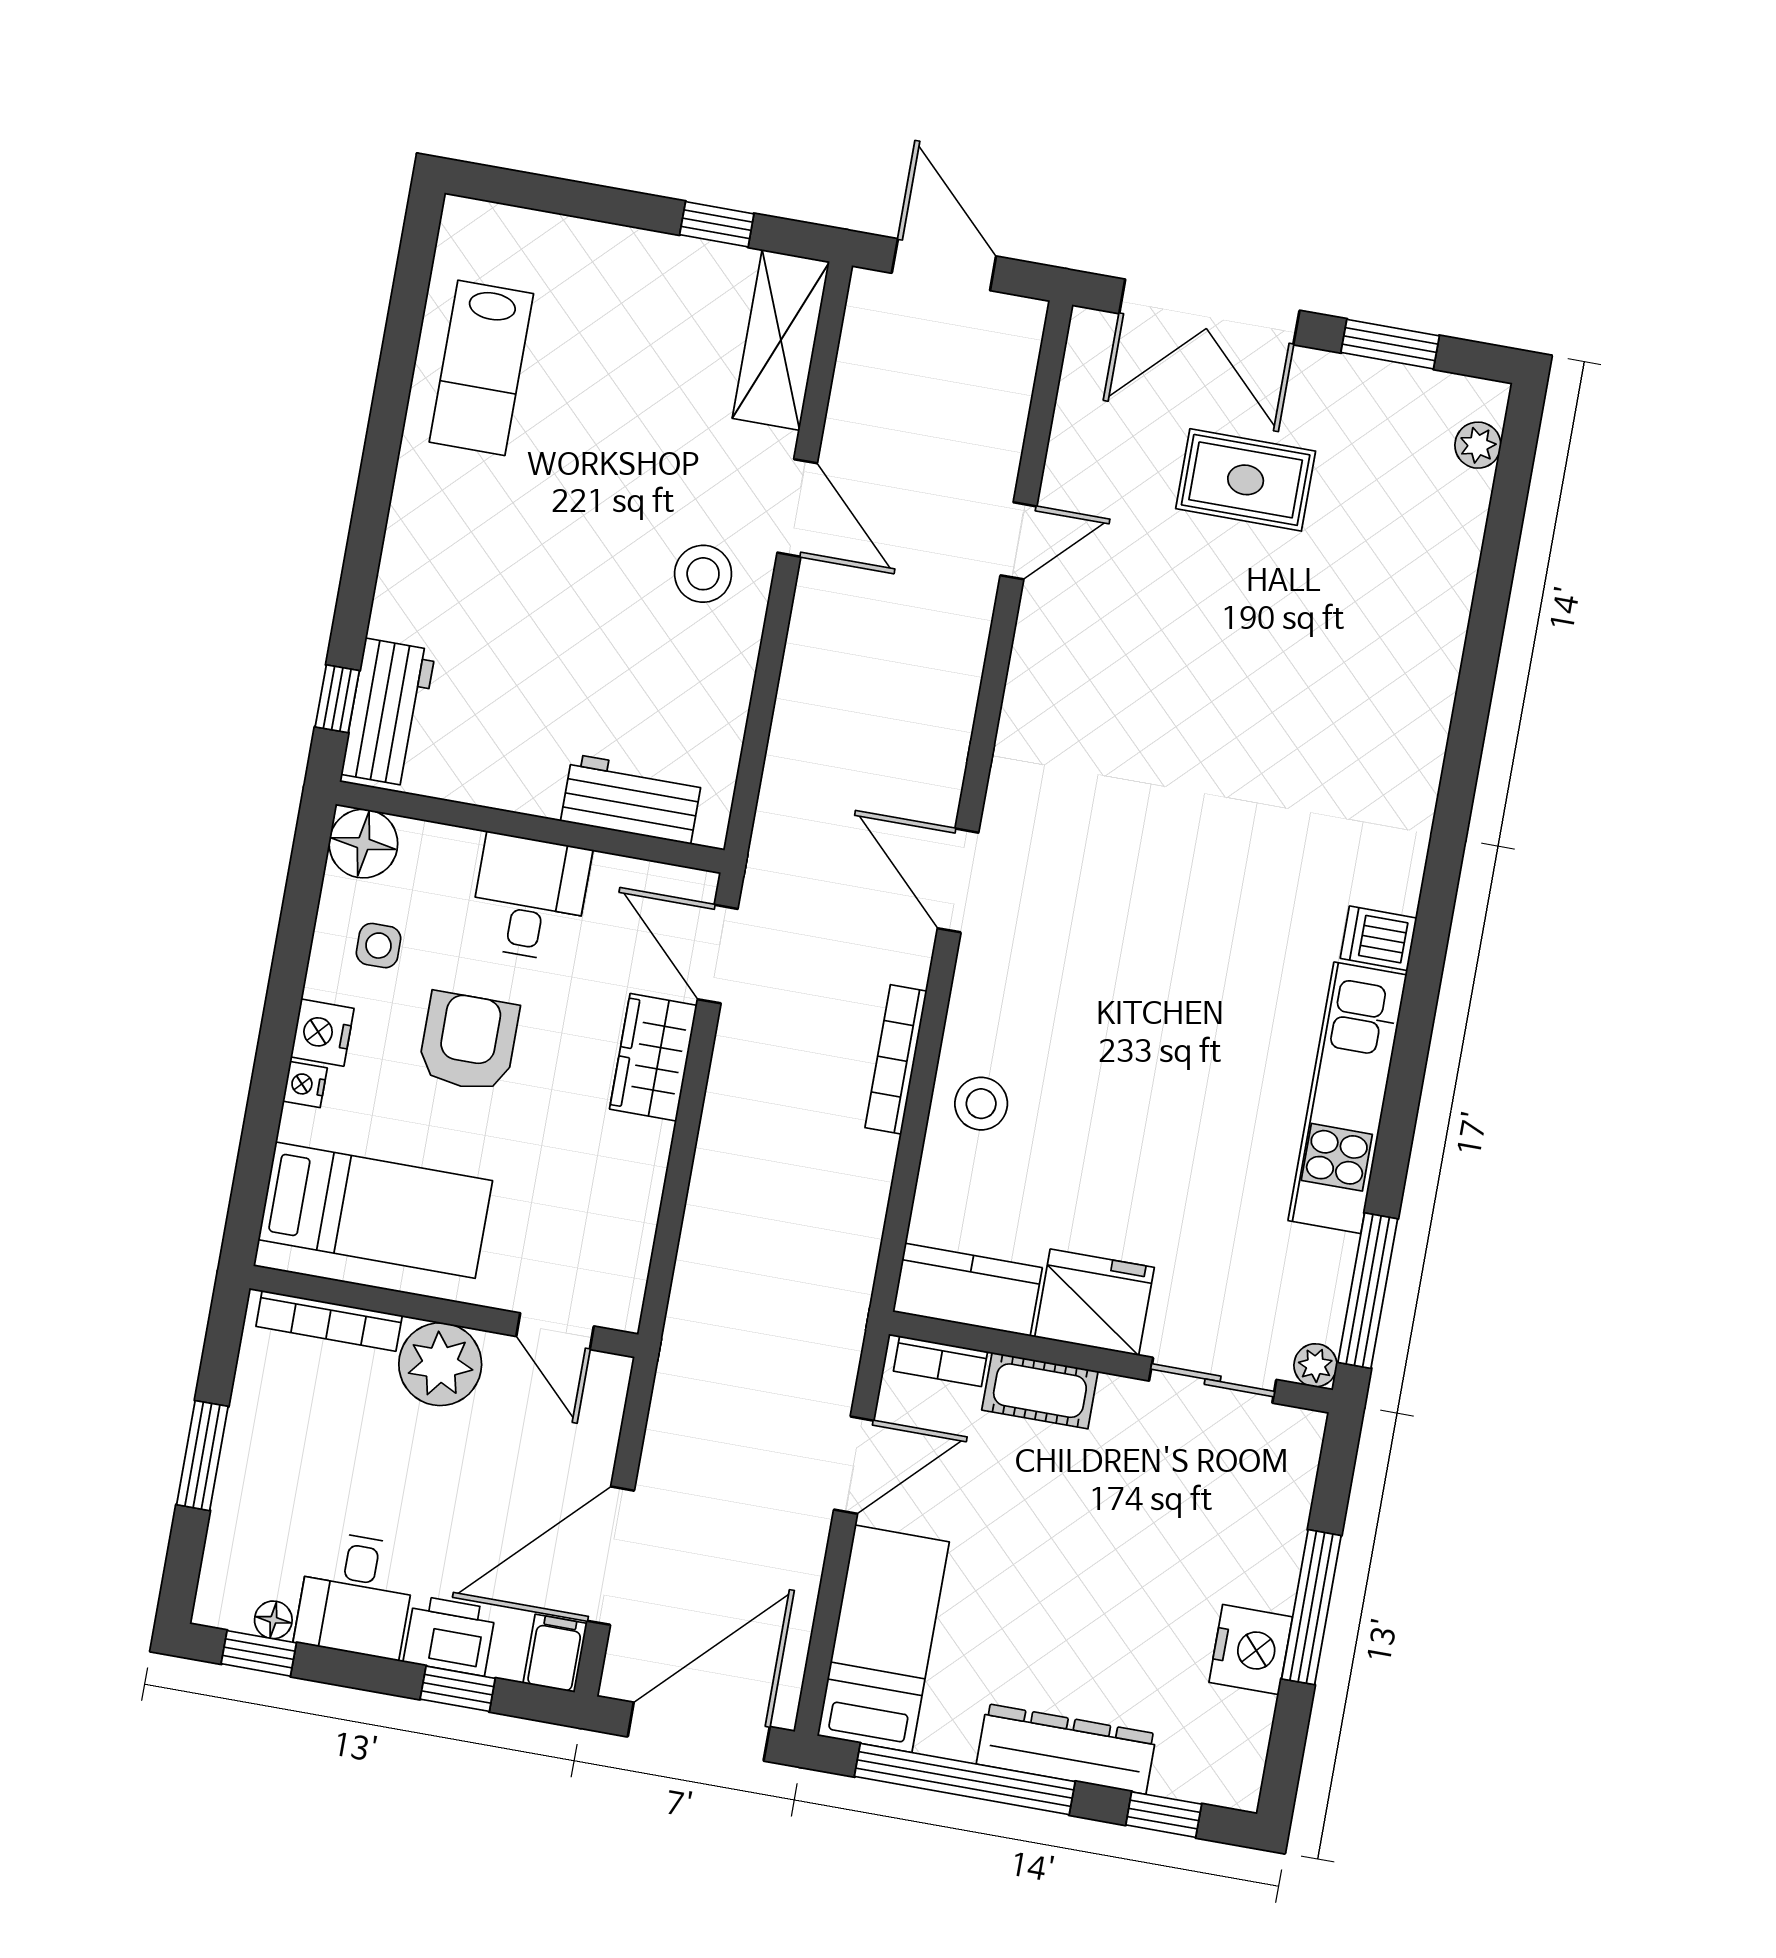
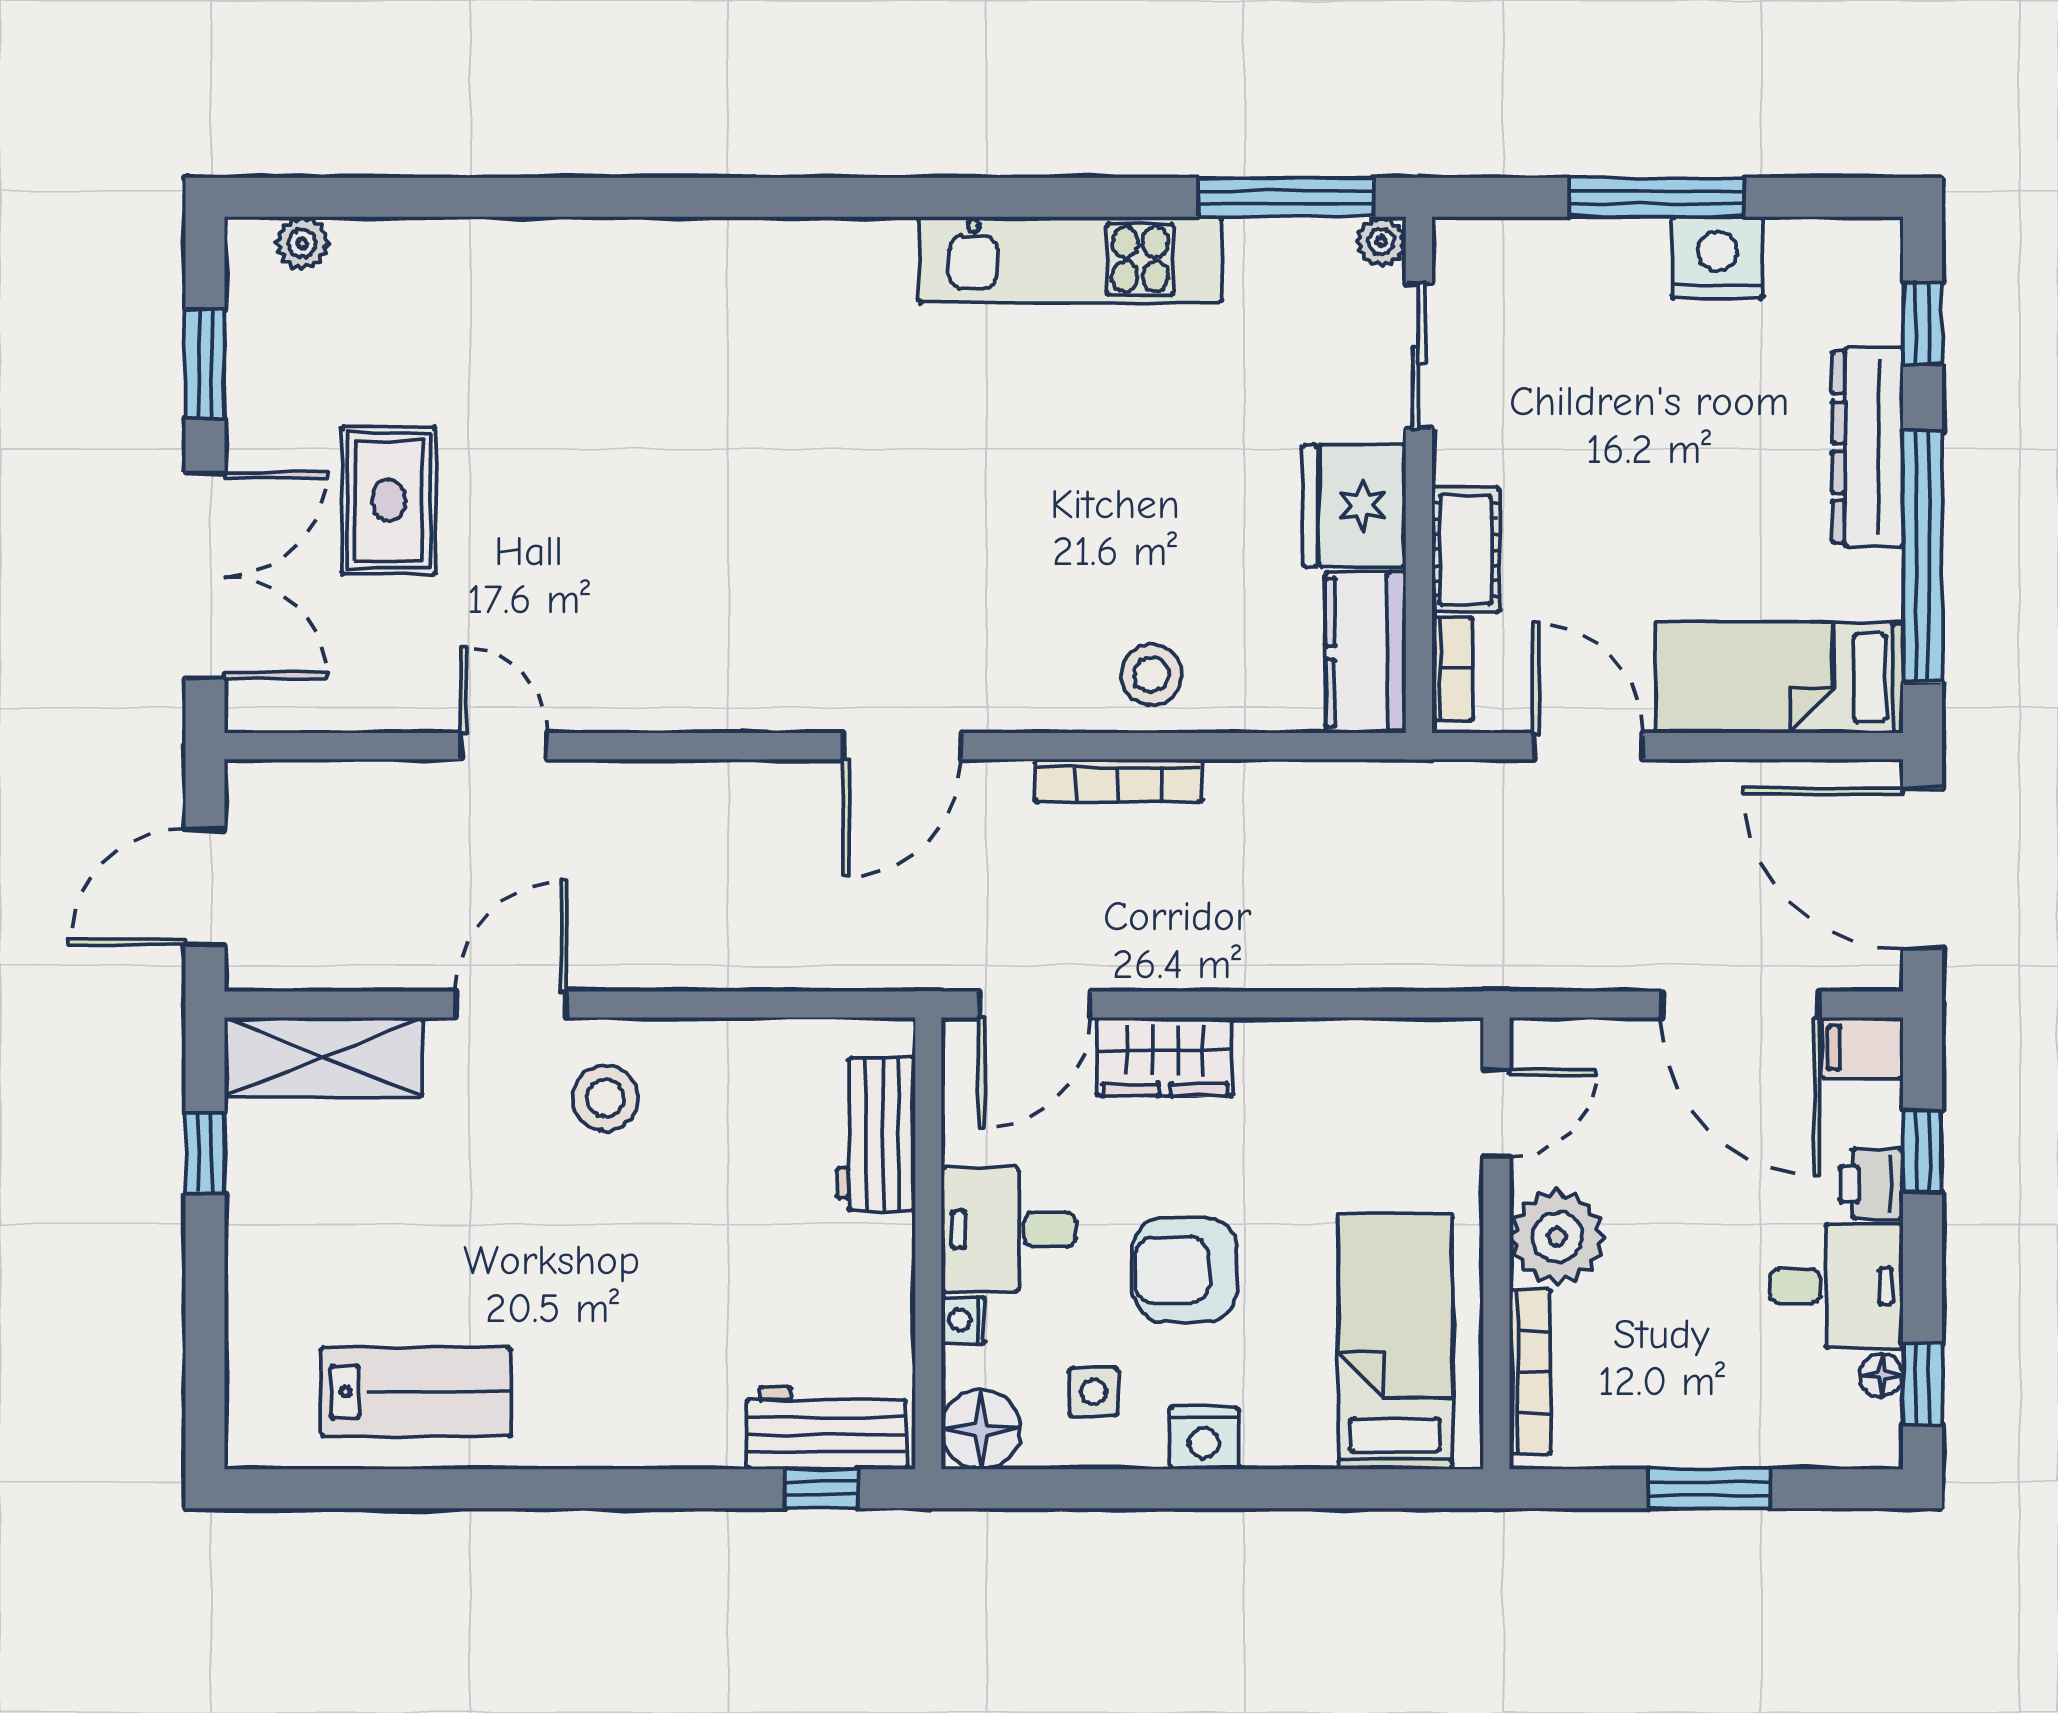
dishwasher: (1379, 938) -> (883, 256), removed
nightstand: (305, 1084) -> (963, 1320), moved, turned 90
printer: (450, 1636) -> (1871, 1184), width x0.73, depth x0.81

